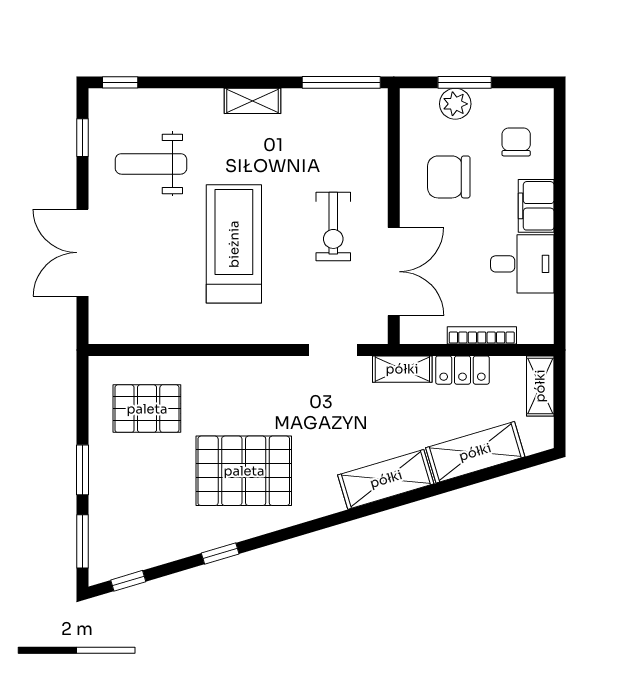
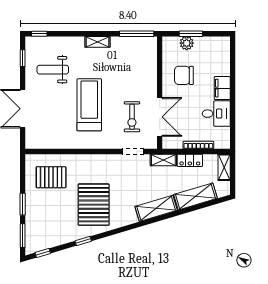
chair: (516, 142) -> (213, 60), removed
exercise bike: (333, 227) -> (132, 117), moved
pallet: (244, 471) -> (94, 205), turned 90

